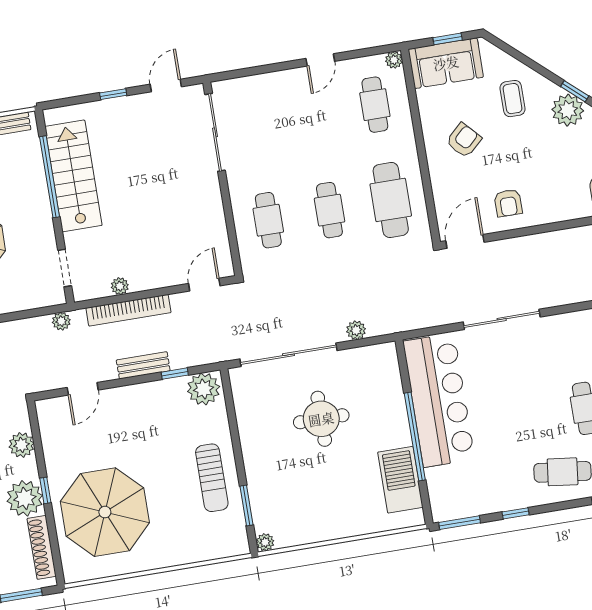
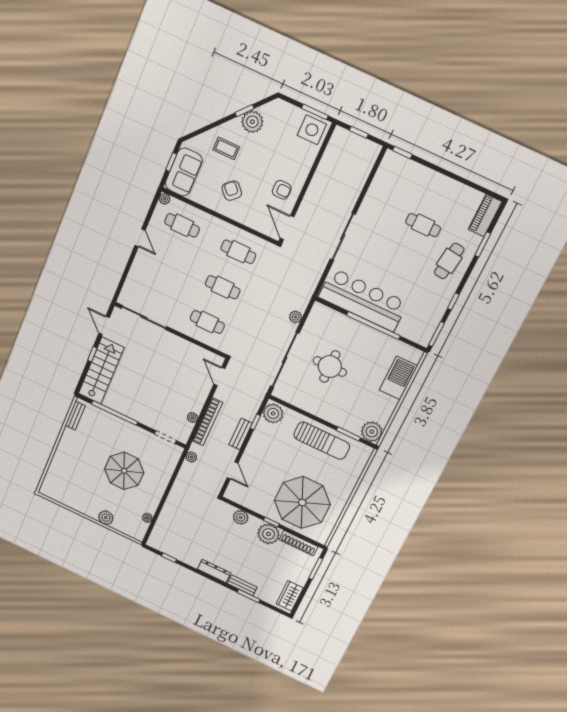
stairs: (73, 176) -> (101, 371), moved, turned 90
cafe table: (391, 200) -> (238, 252), width x0.73, depth x0.74
sun lounger: (212, 478) -> (322, 441), width x1.36, depth x1.34
barbecue: (400, 480) -> (398, 378), moved, turned 90
plant: (265, 542) -> (372, 432), width x1.87, depth x1.87

